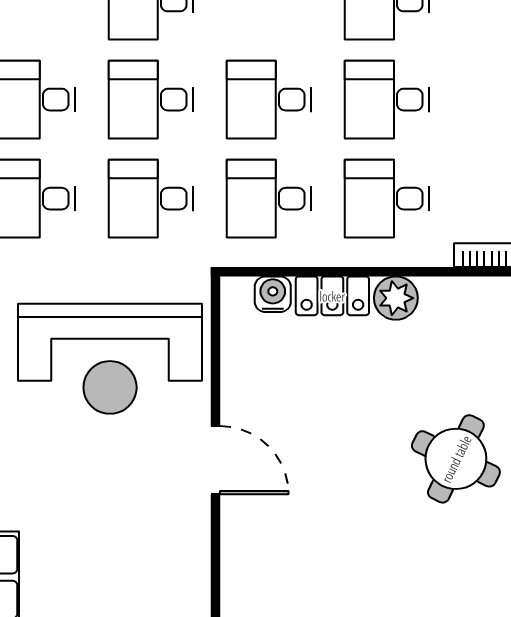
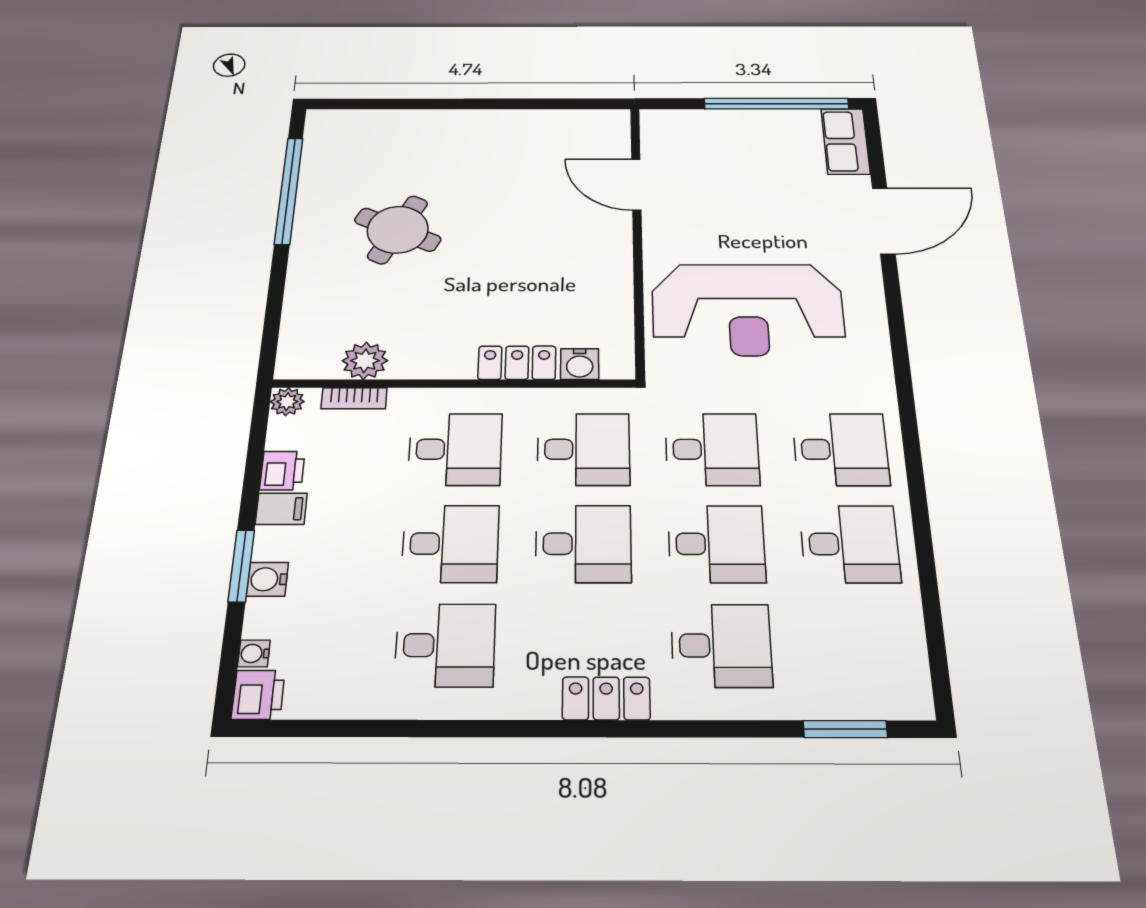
plant: (396, 298) -> (365, 361), moved
reception desk: (110, 359) -> (748, 310), turned 180
door: (215, 460) -> (636, 185), moved

